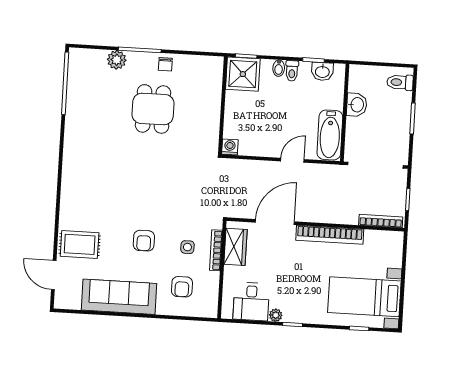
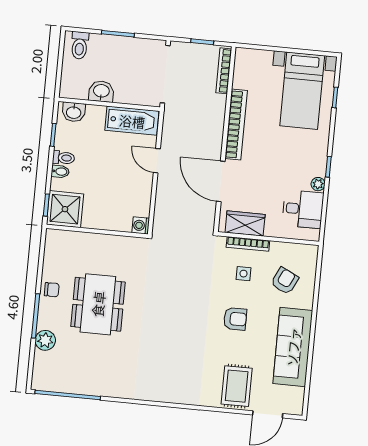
washbasin: (322, 71) -> (74, 112), moved, turned 90
dining table: (153, 109) -> (98, 304), width x1.37
armchair: (182, 287) -> (285, 281), turned -64

